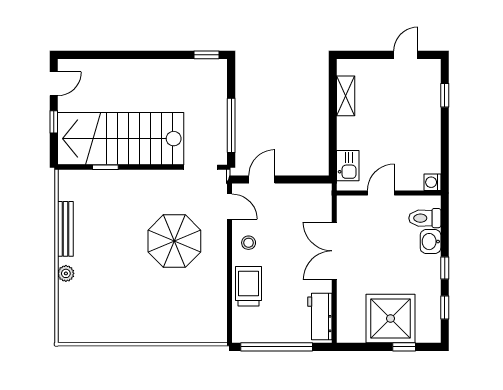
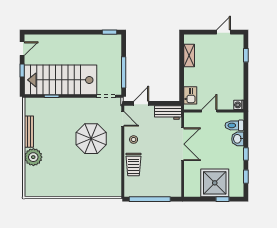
double door: (334, 251) -> (183, 144), swing flipped
plant: (66, 273) -> (33, 157), width x1.88, depth x1.88
trolley: (248, 286) -> (134, 164), turned 180
workbench: (320, 317) -> (168, 113), moved, turned -90

